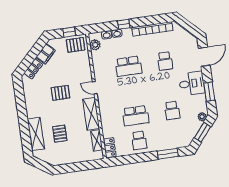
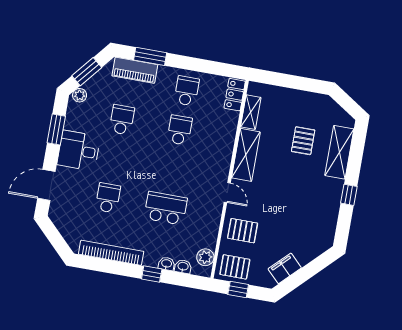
locker: (33, 69) -> (311, 252), removed
pallet: (60, 93) -> (243, 231), moved
window: (22, 110) -> (349, 195), added
school desk: (136, 116) -> (180, 130), width x0.54
piano: (174, 142) -> (135, 70), added

